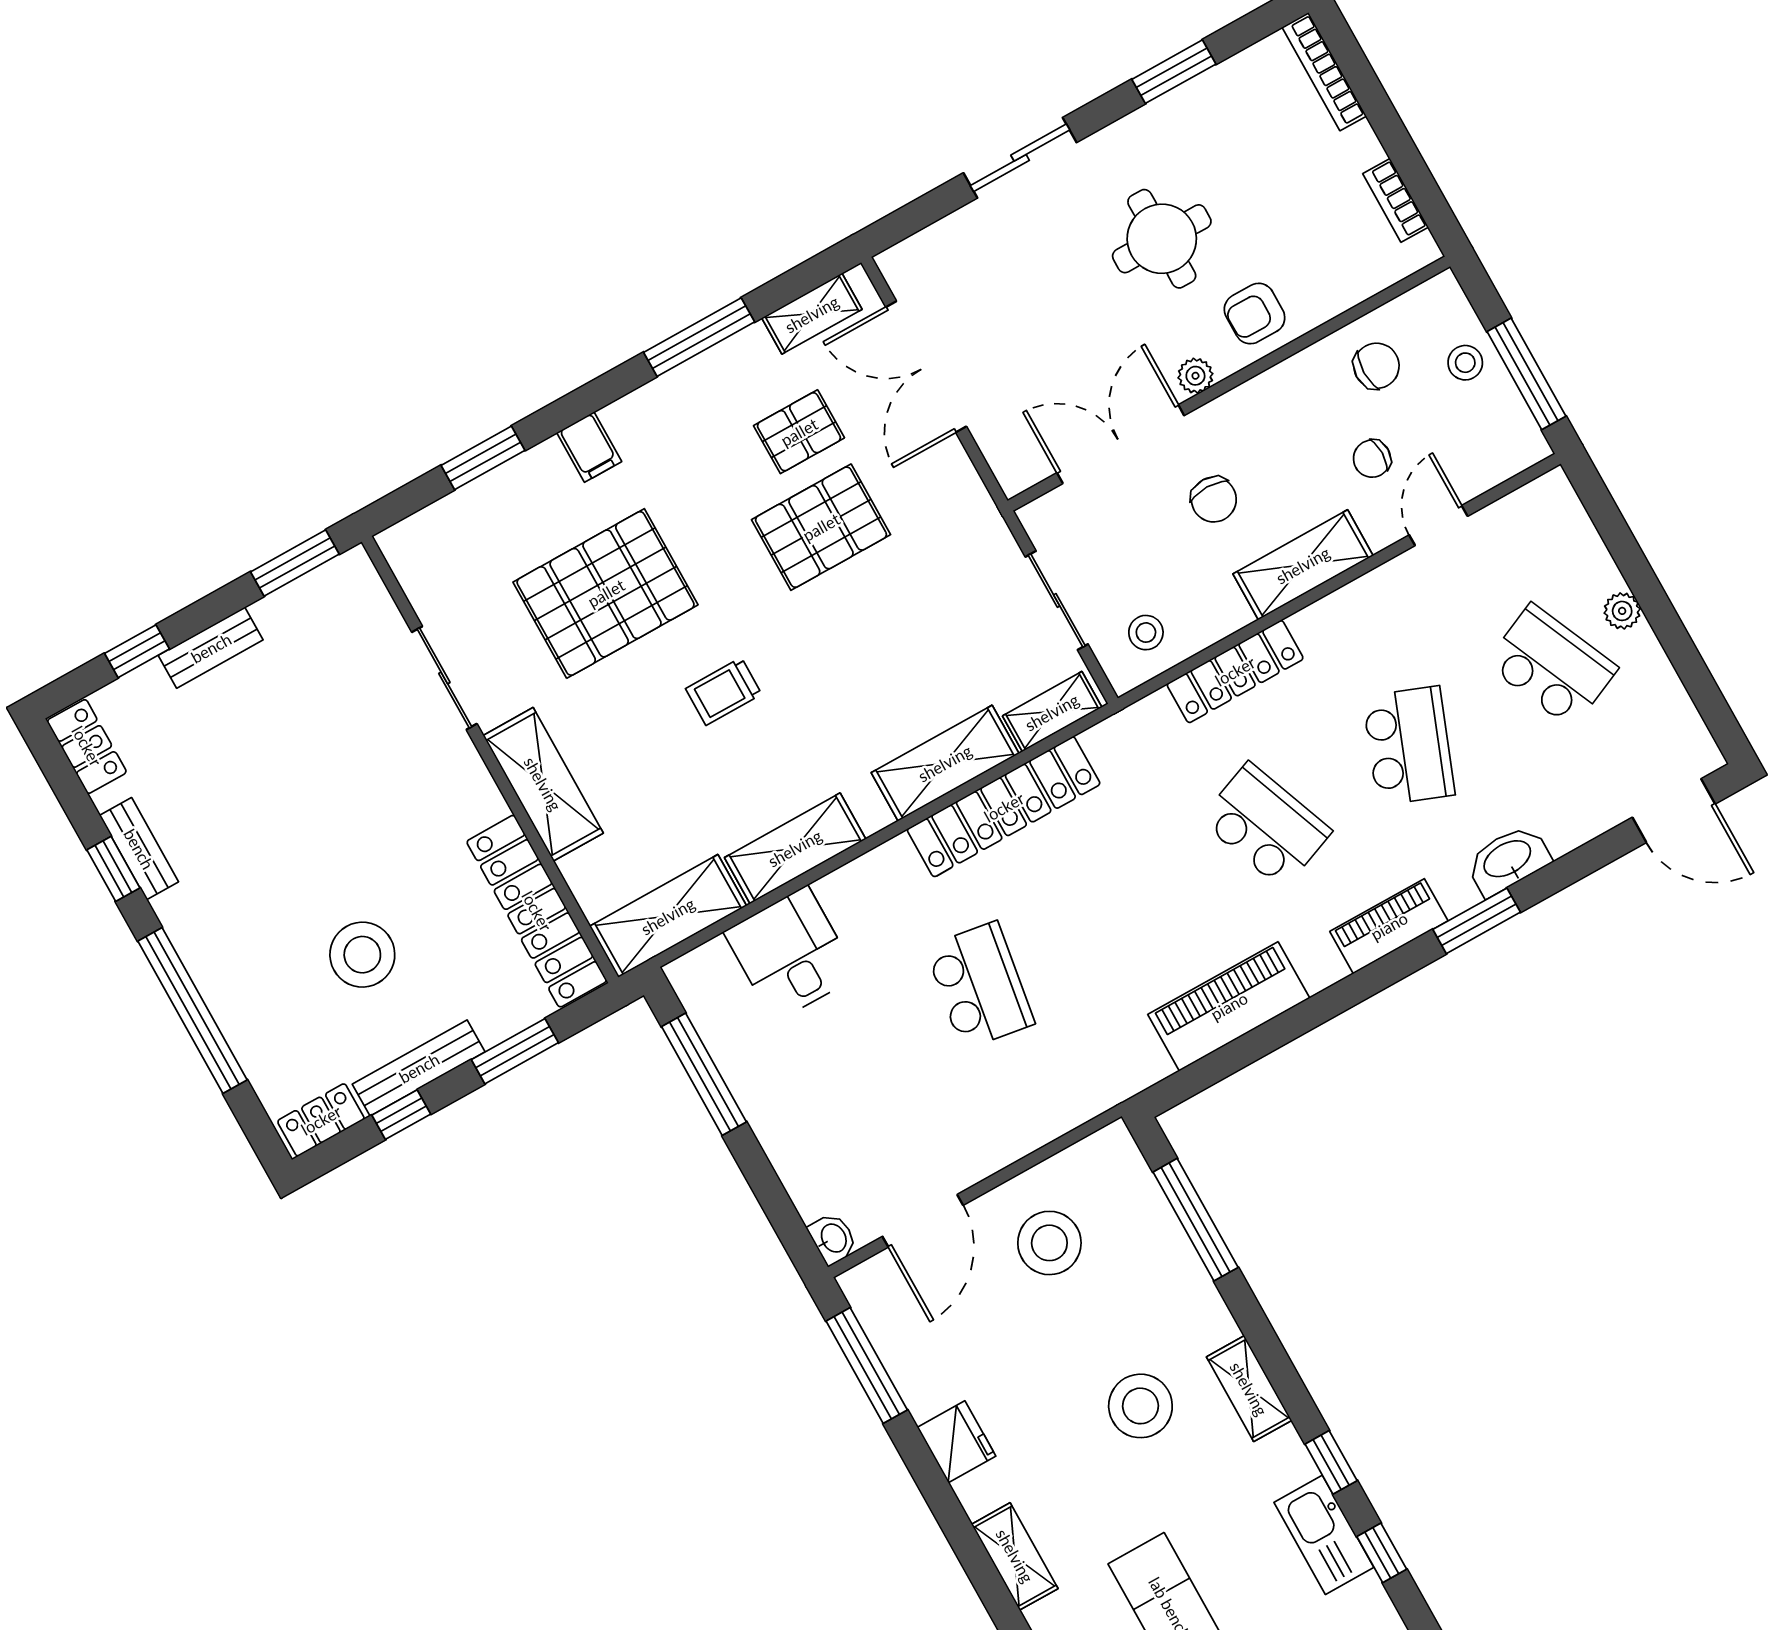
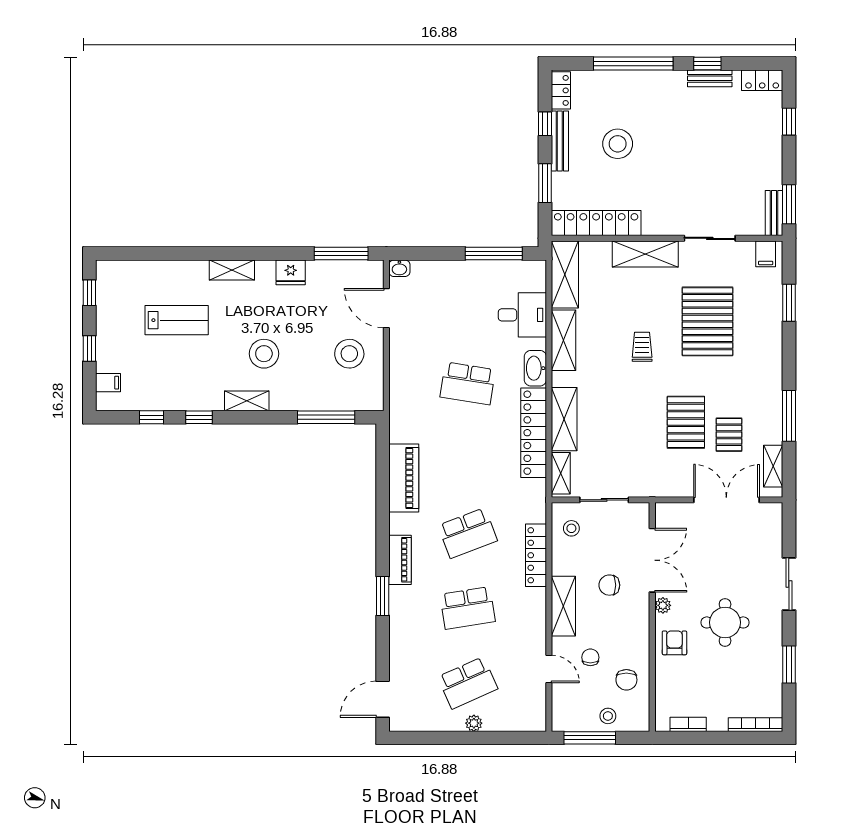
filing cabinet: (589, 447) -> (766, 254), moved, turned -90
bench: (211, 648) -> (774, 213), moved
school desk: (1409, 746) -> (468, 608), turned -30
washbasin: (1508, 860) -> (535, 368), moved, turned 180
kitchen sink: (1324, 1535) -> (172, 398), removed

